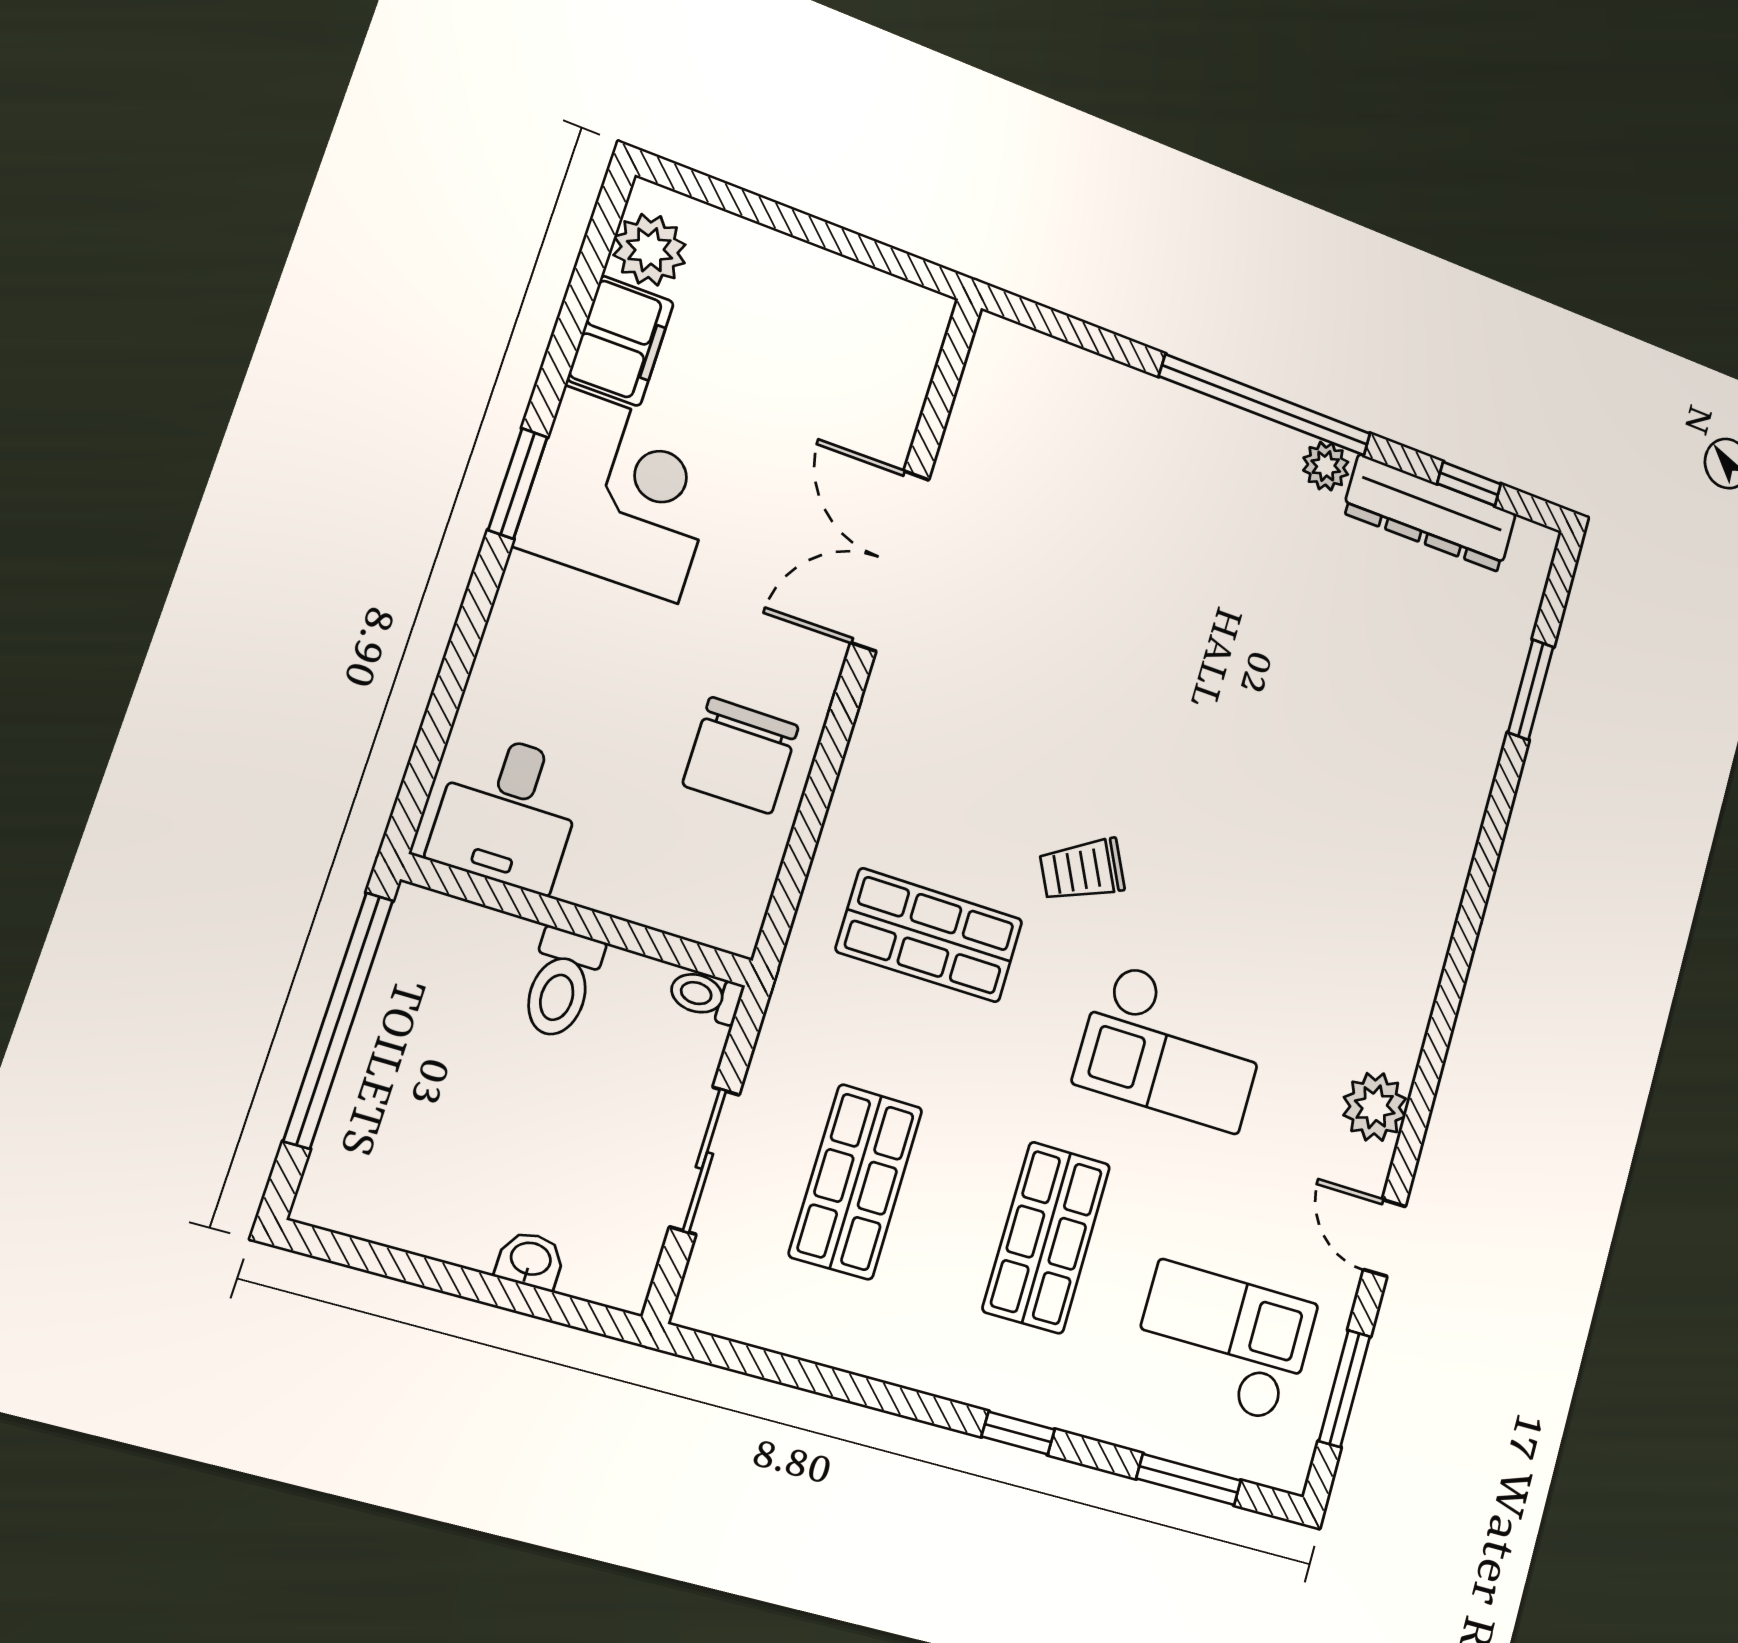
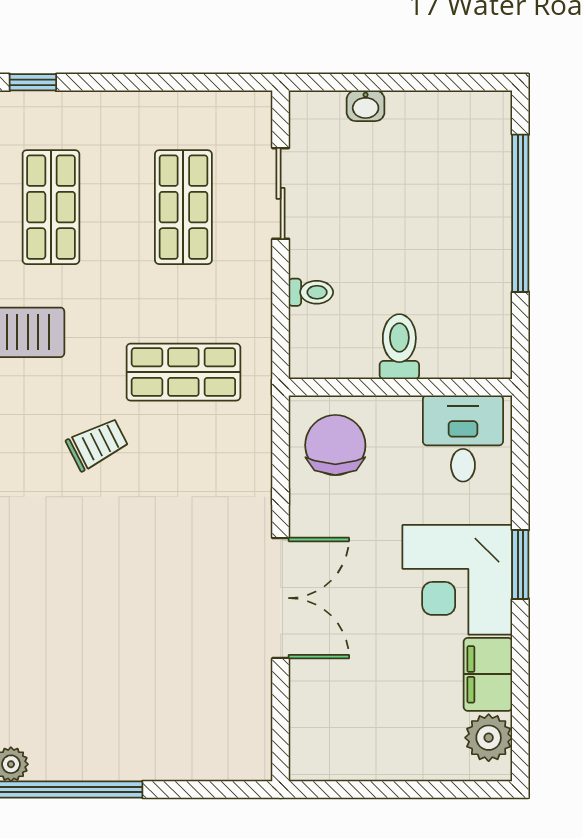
desk: (508, 812) -> (463, 438), moved
wall: (579, 921) -> (400, 387), moved
toilet: (561, 983) -> (399, 347), moved

